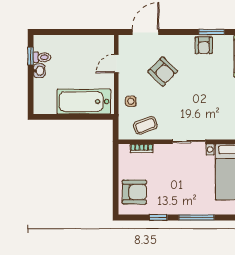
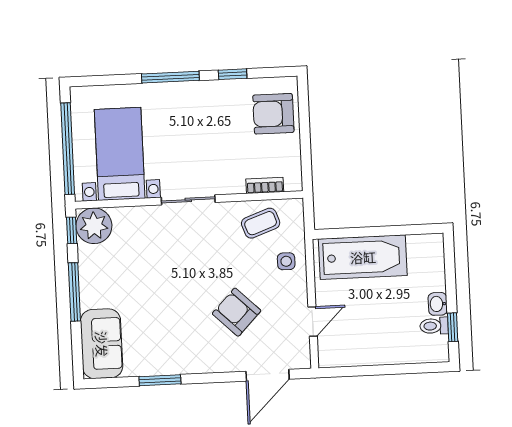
armchair: (204, 45) -> (172, 358), removed

